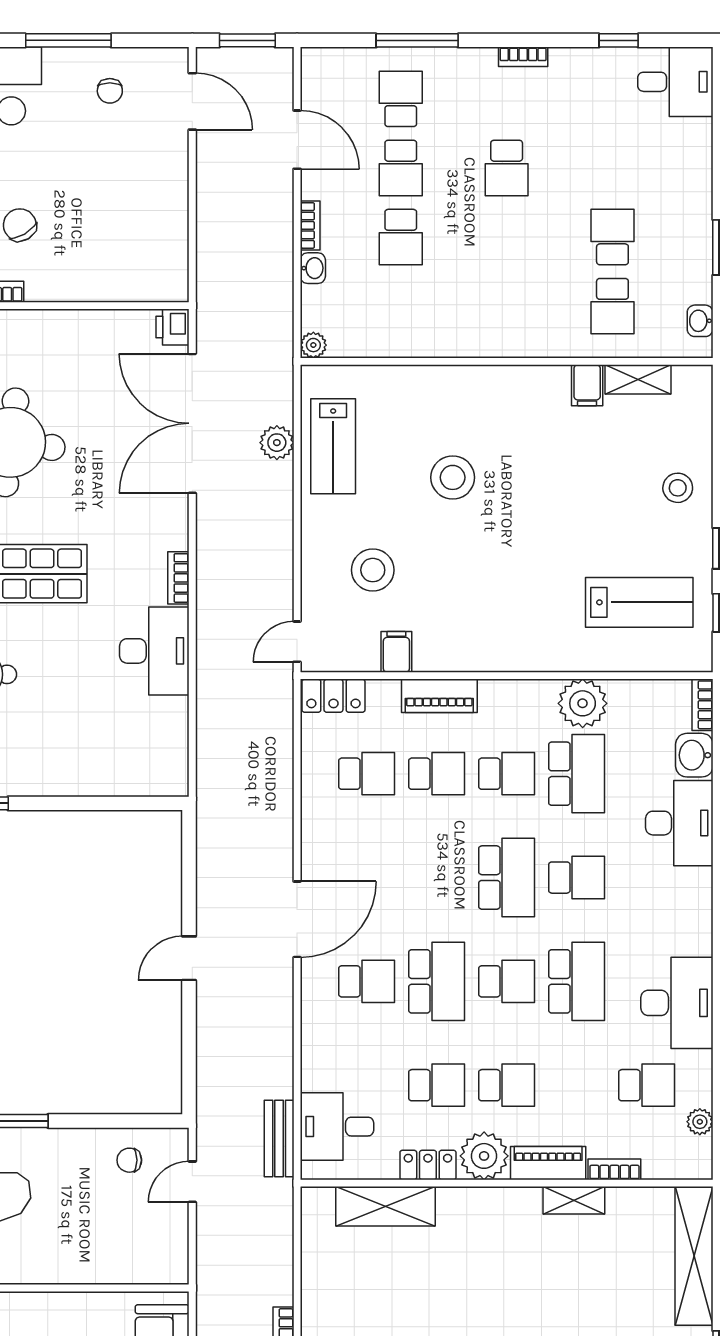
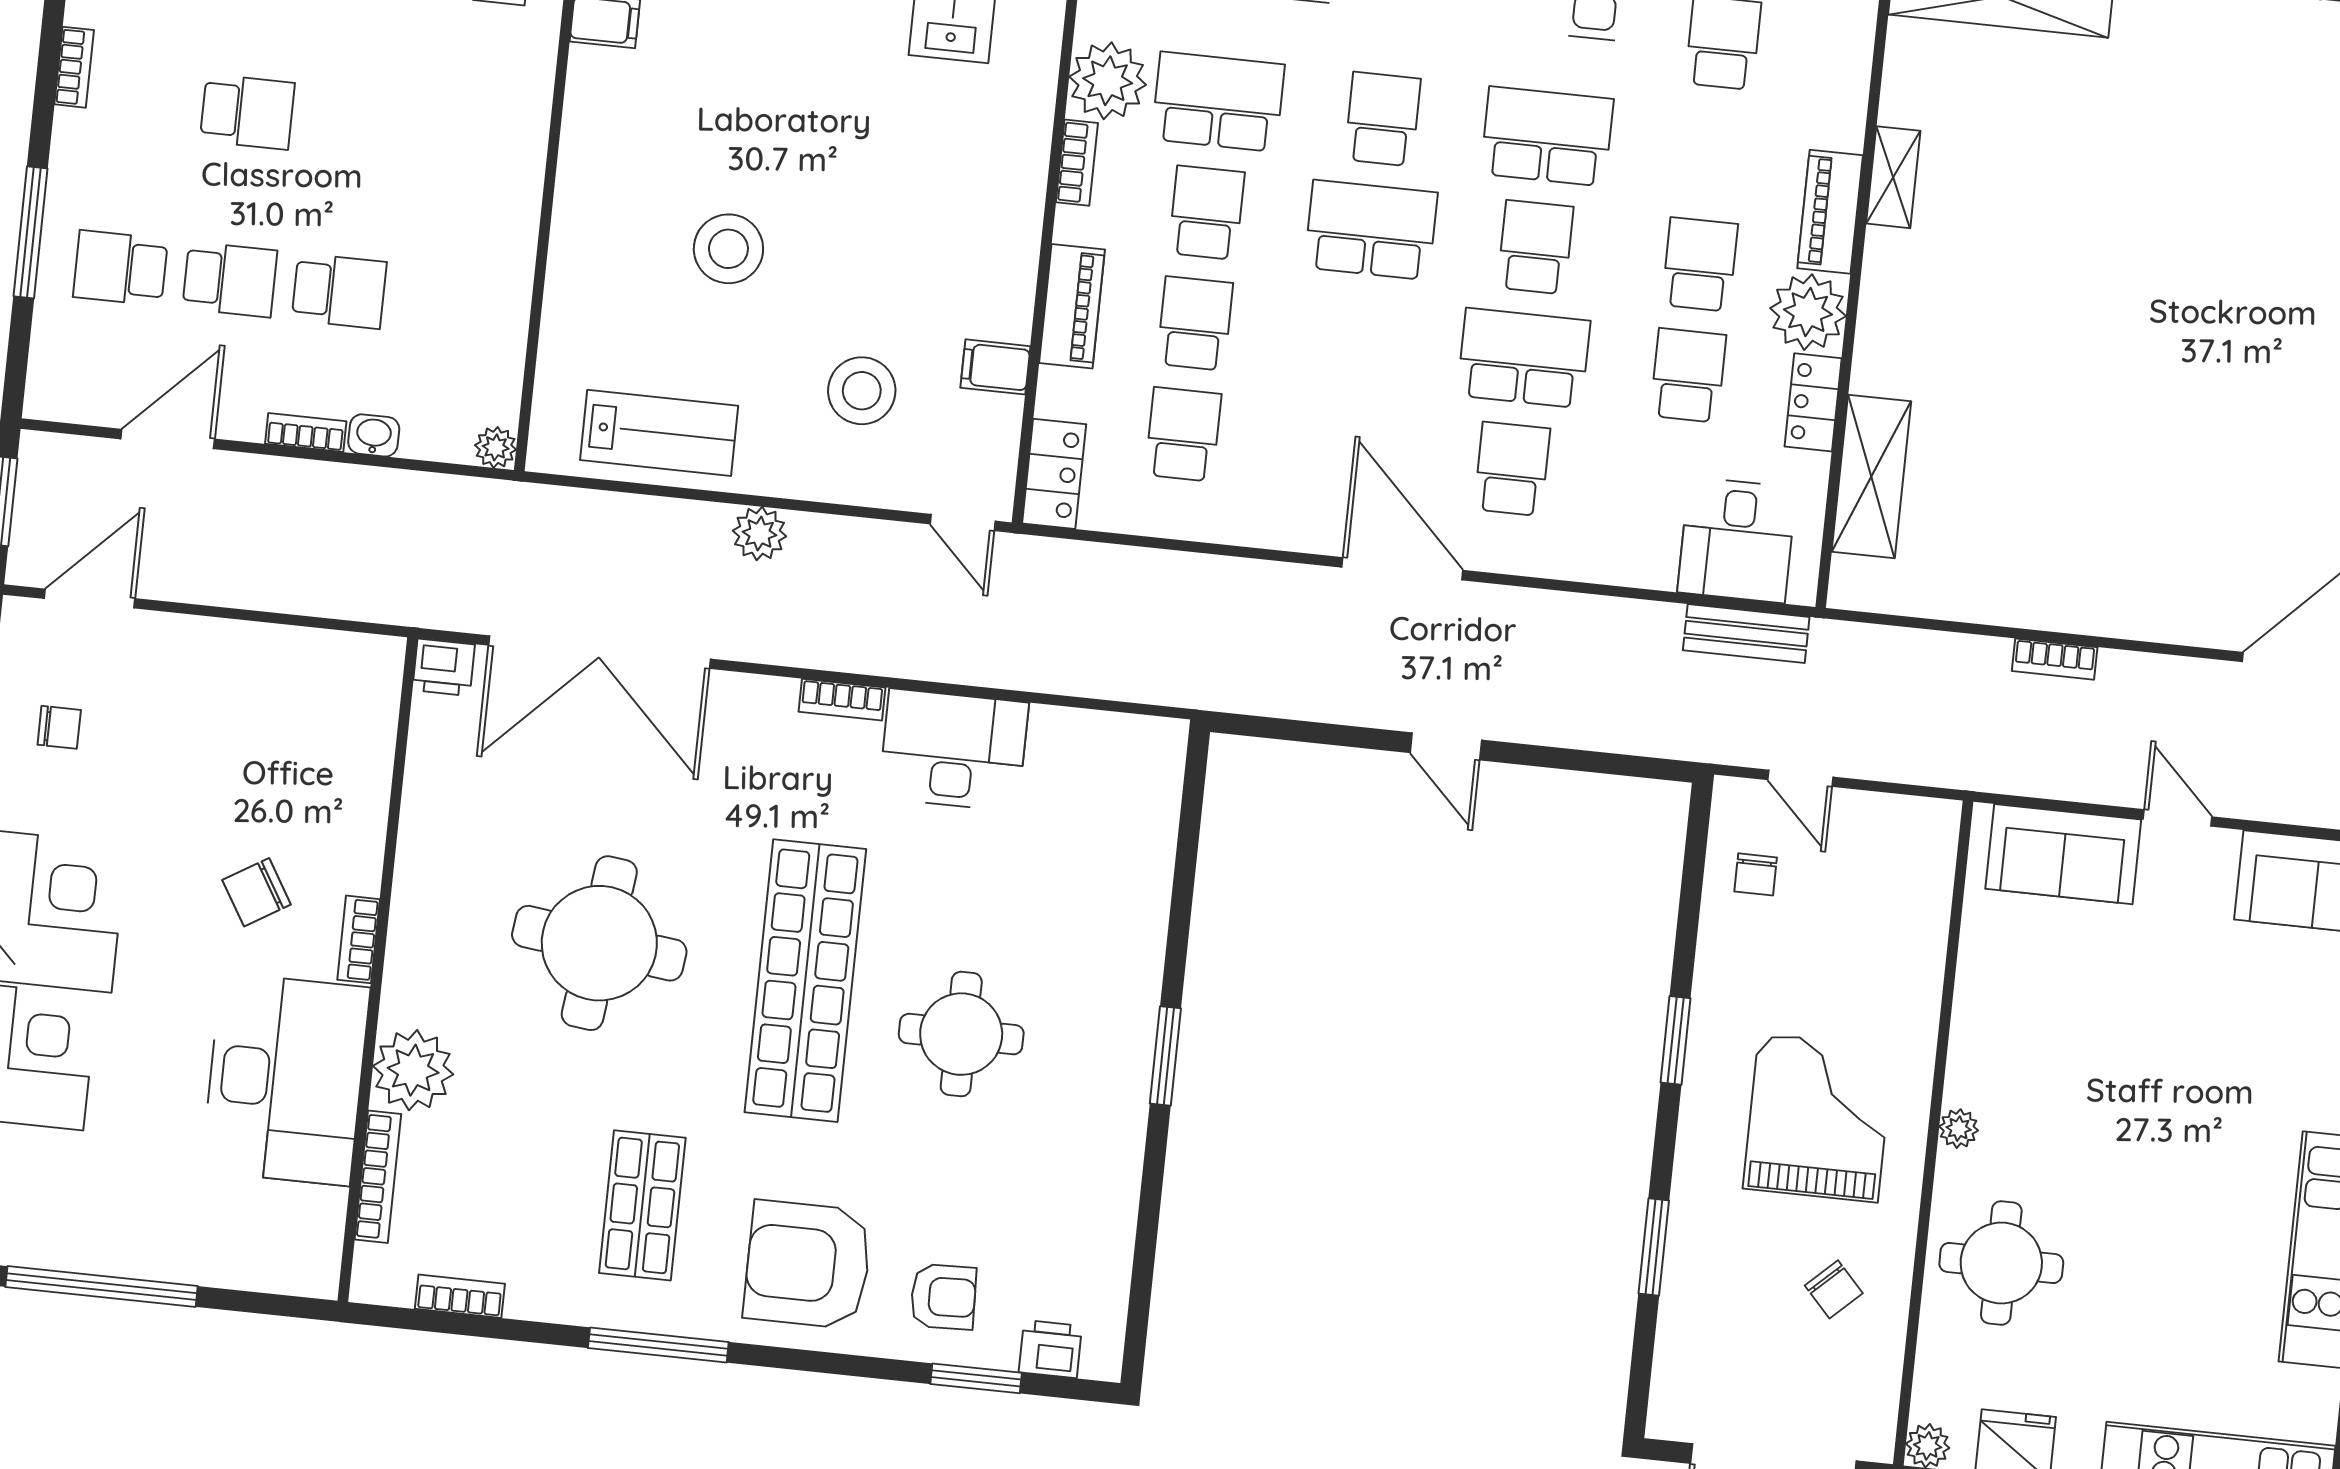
plant: (277, 443) -> (759, 534), moved
bookcase: (614, 1169) -> (1077, 163), moved, turned 180

